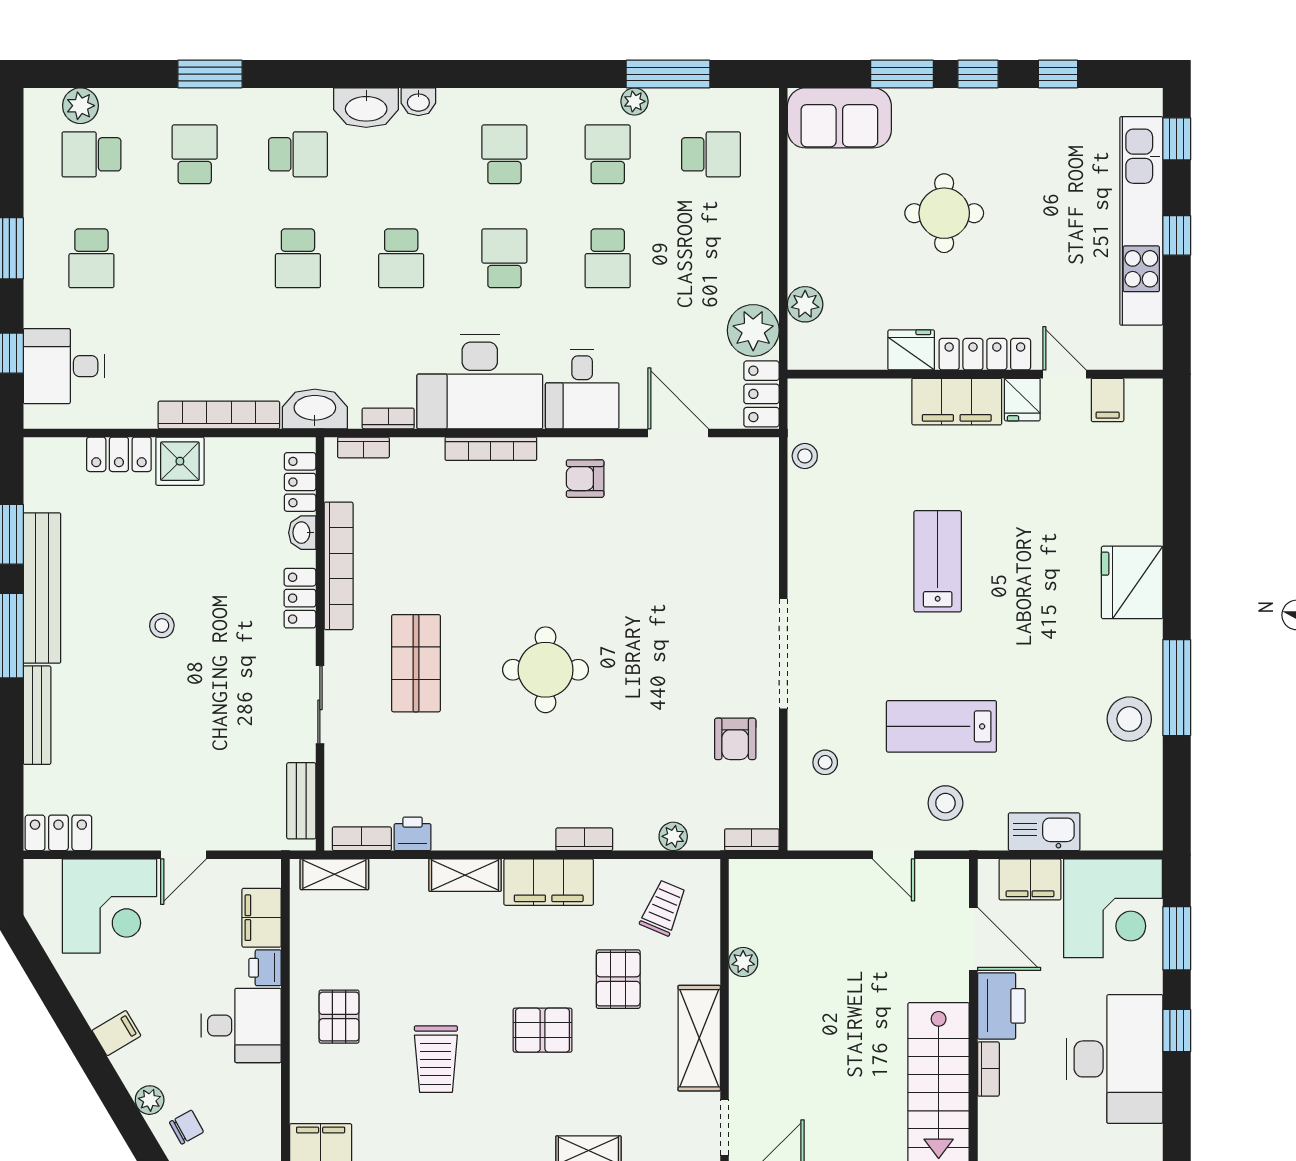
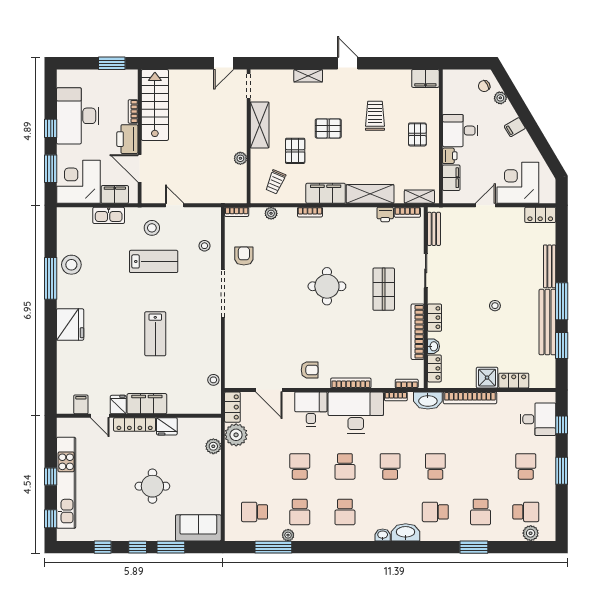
shelving: (465, 875) -> (370, 194), width x1.50, depth x1.33

